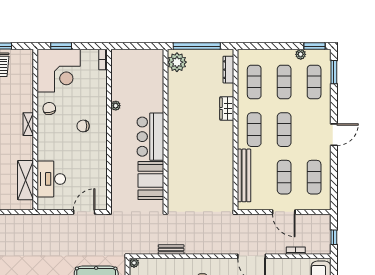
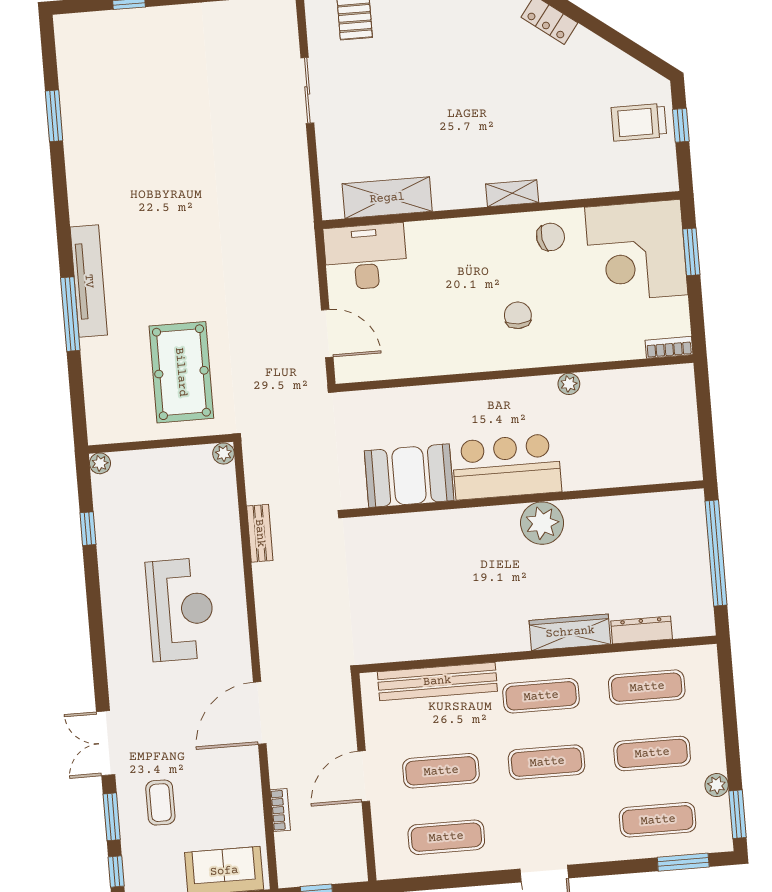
plant: (177, 62) -> (542, 523), moved
dresser: (228, 70) -> (642, 630), moved
wardrobe: (227, 108) -> (570, 632), width x1.50
desk: (51, 179) -> (365, 257), moved

